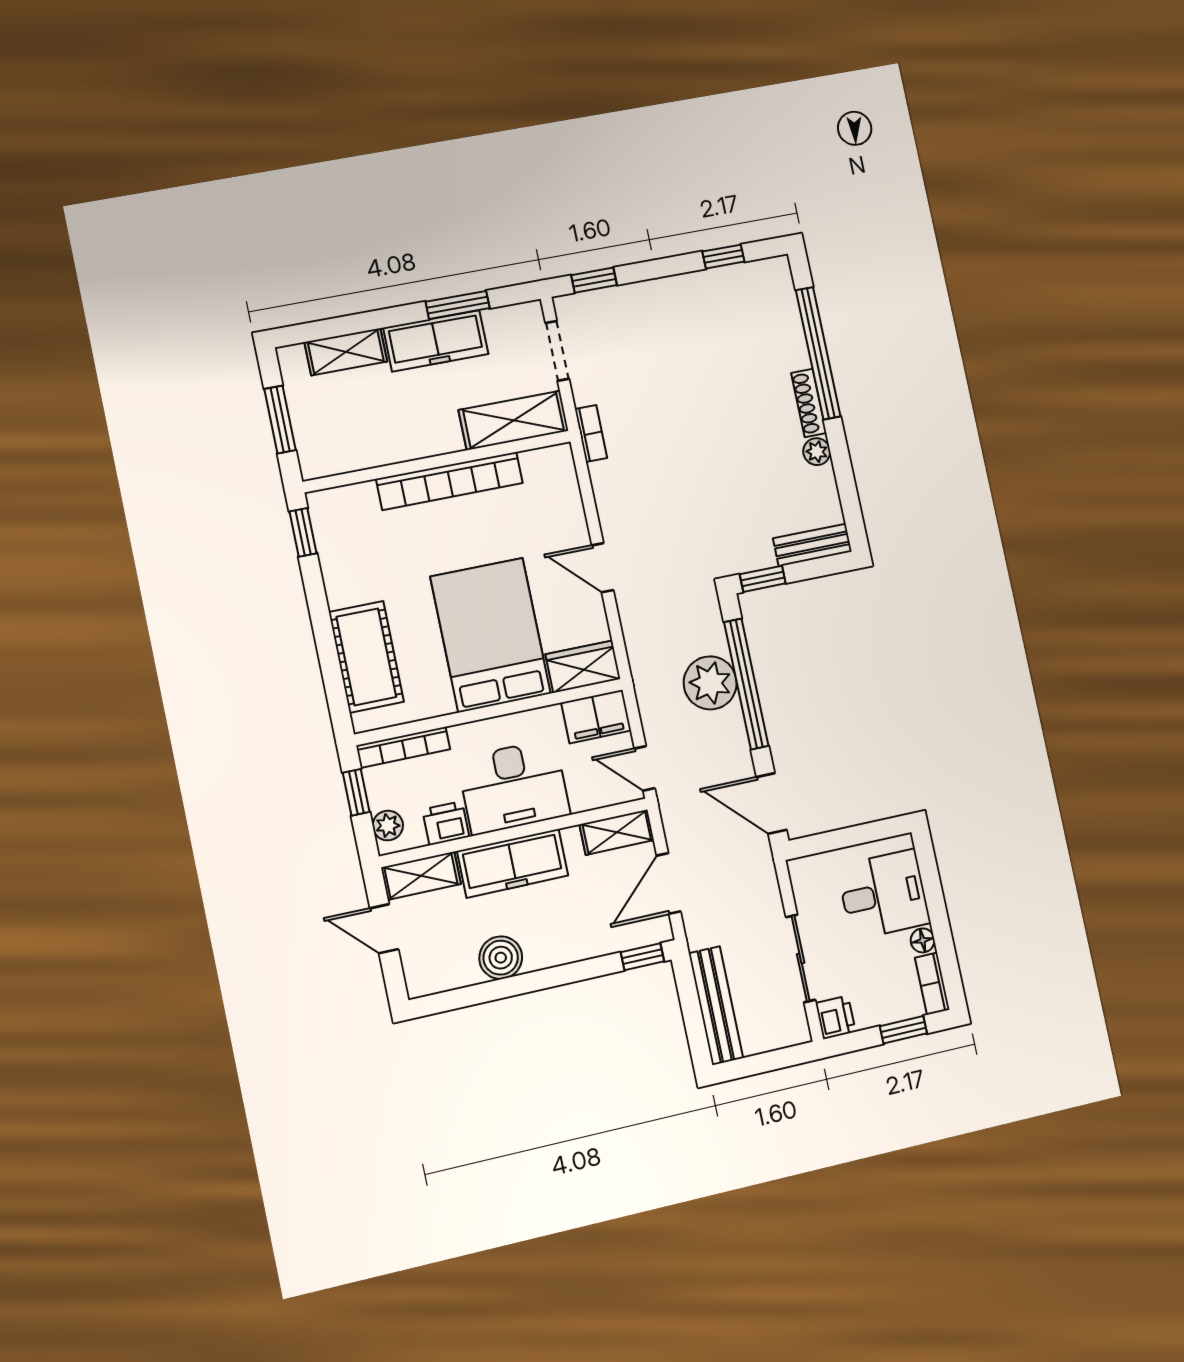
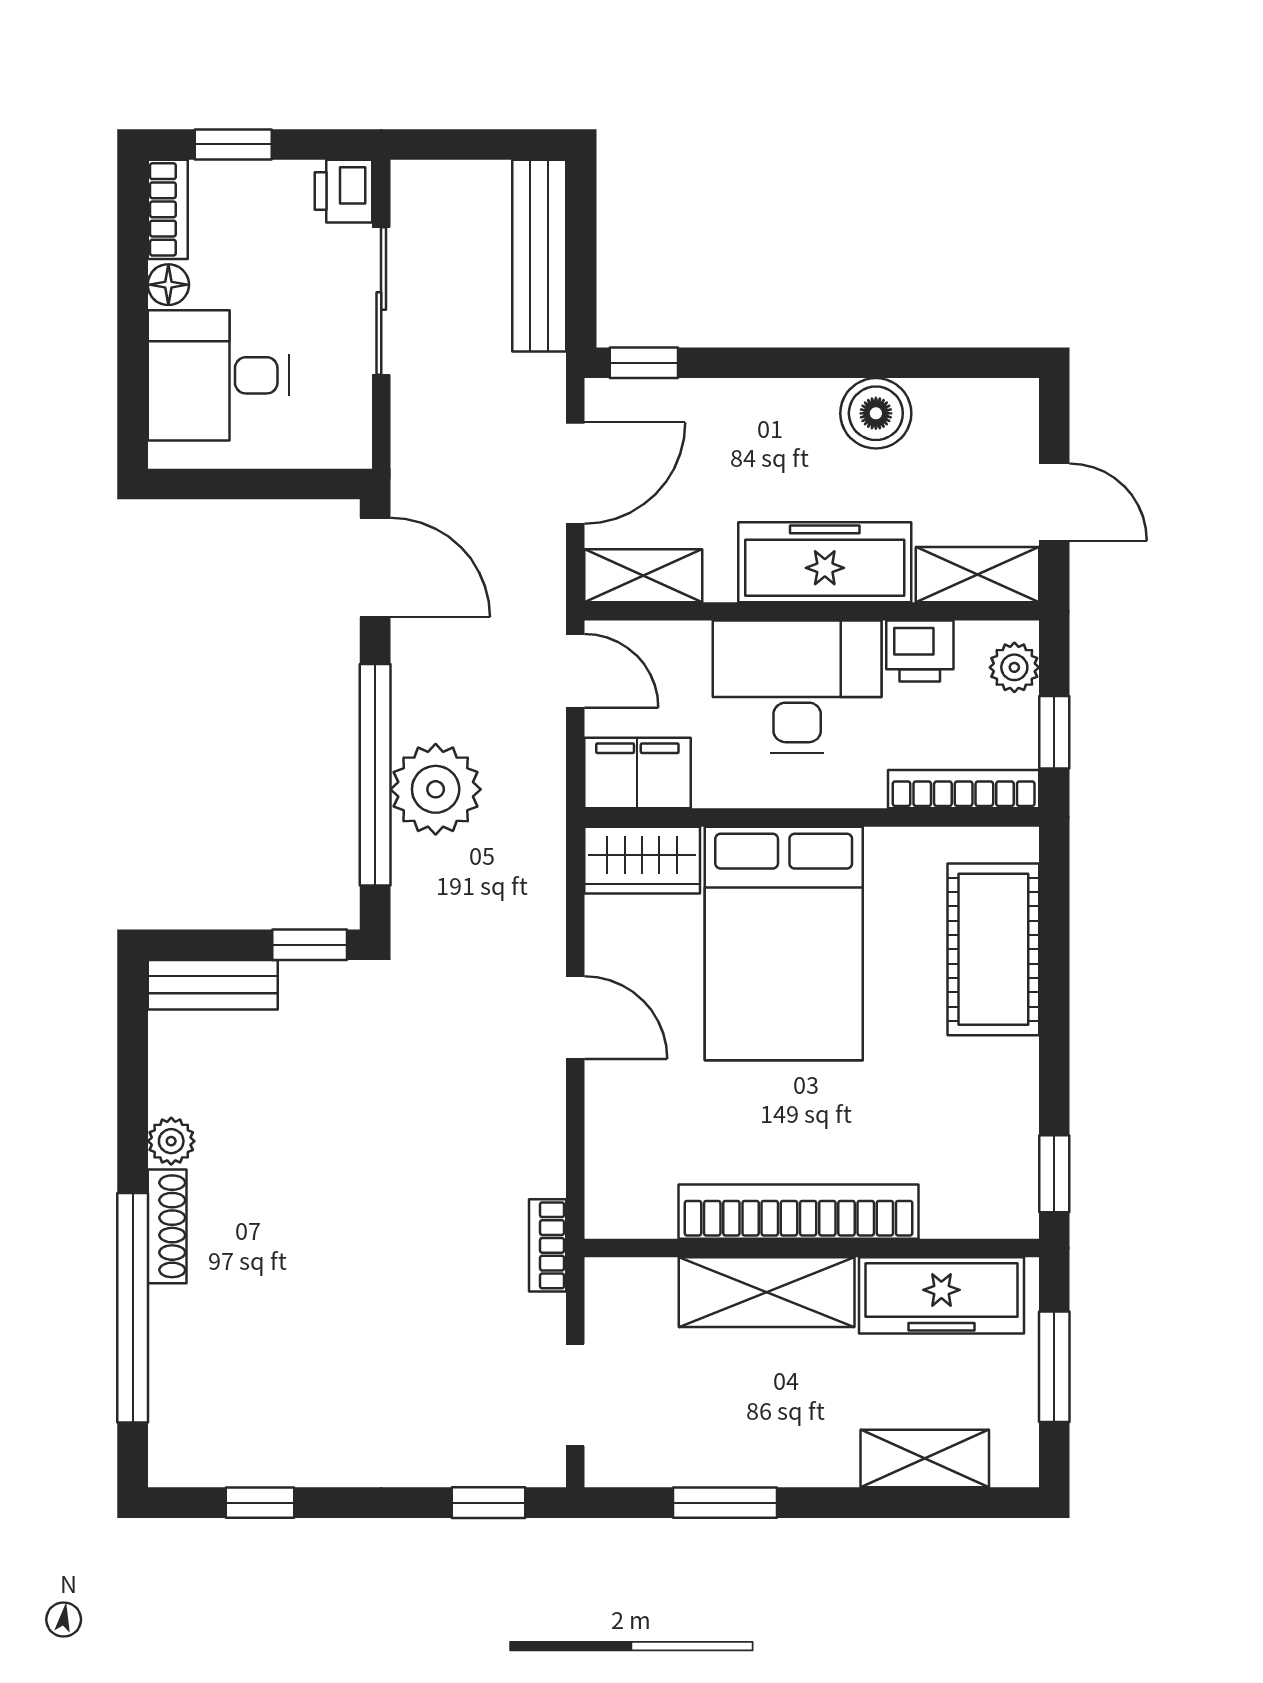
freezer: (436, 341) -> (941, 1295), moved, turned 180
shelving: (514, 420) -> (767, 1292), moved

